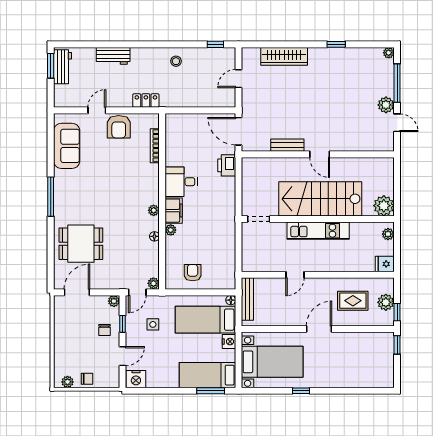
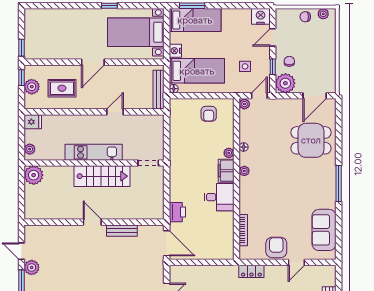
stairs: (320, 199) -> (102, 176), width x0.73, depth x0.66
plant: (114, 301) -> (285, 83), width x1.88, depth x1.88

